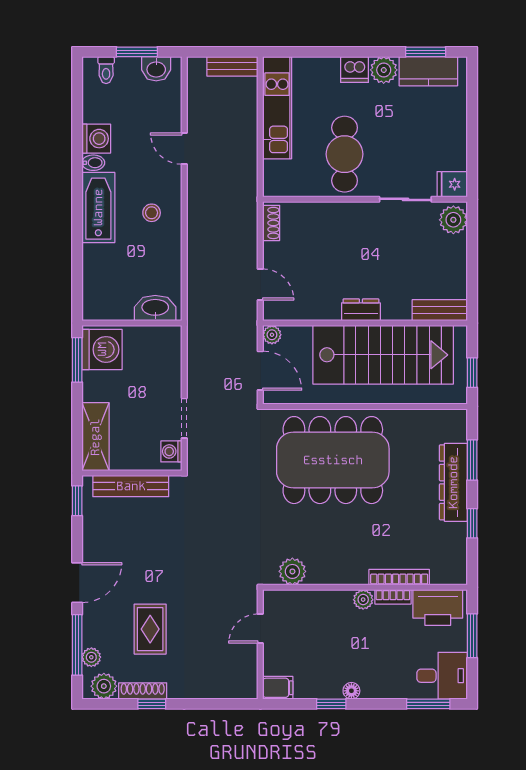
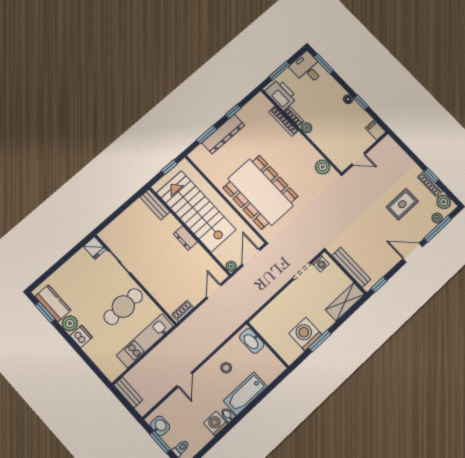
kitchen unit: (277, 108) -> (145, 341), moved
plant: (453, 220) -> (110, 234), removed
washbasin: (155, 308) -> (252, 341), moved
wall: (132, 323) -> (268, 345), moved

